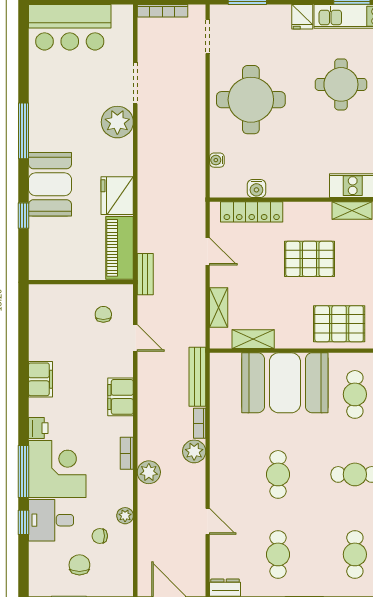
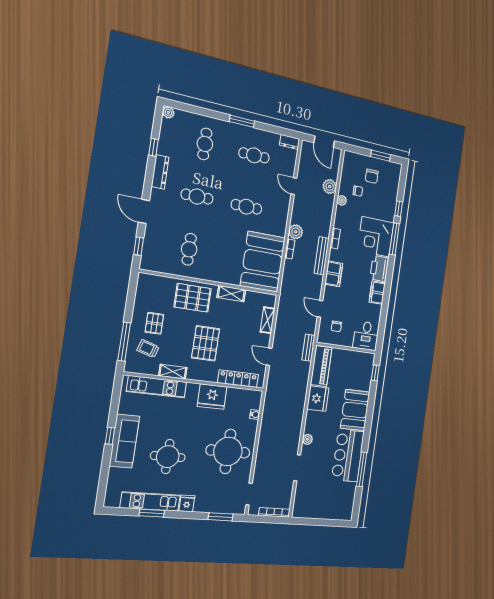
bar counter: (70, 27) -> (348, 456), moved, turned -90
plant: (117, 122) -> (308, 439), width x0.53, depth x0.53
window: (24, 131) -> (362, 469), moved
fridge: (288, 180) -> (212, 397), added
water cooler: (256, 188) -> (233, 393), removed
window: (24, 216) -> (375, 373), moved
pallet: (310, 259) -> (206, 343), turned 90
shelving: (253, 339) -> (231, 294), moved
bench: (197, 377) -> (322, 256), moved
booth: (285, 383) -> (263, 262), moved, turned 90
printer: (38, 428) -> (379, 269), width x1.87, depth x1.48
plant: (149, 472) -> (330, 186), moved
cafe table: (278, 474) -> (246, 207), turned 90
desk: (51, 520) -> (366, 336), moved, turned 90
cafe table: (278, 554) -> (254, 155), turned 90

